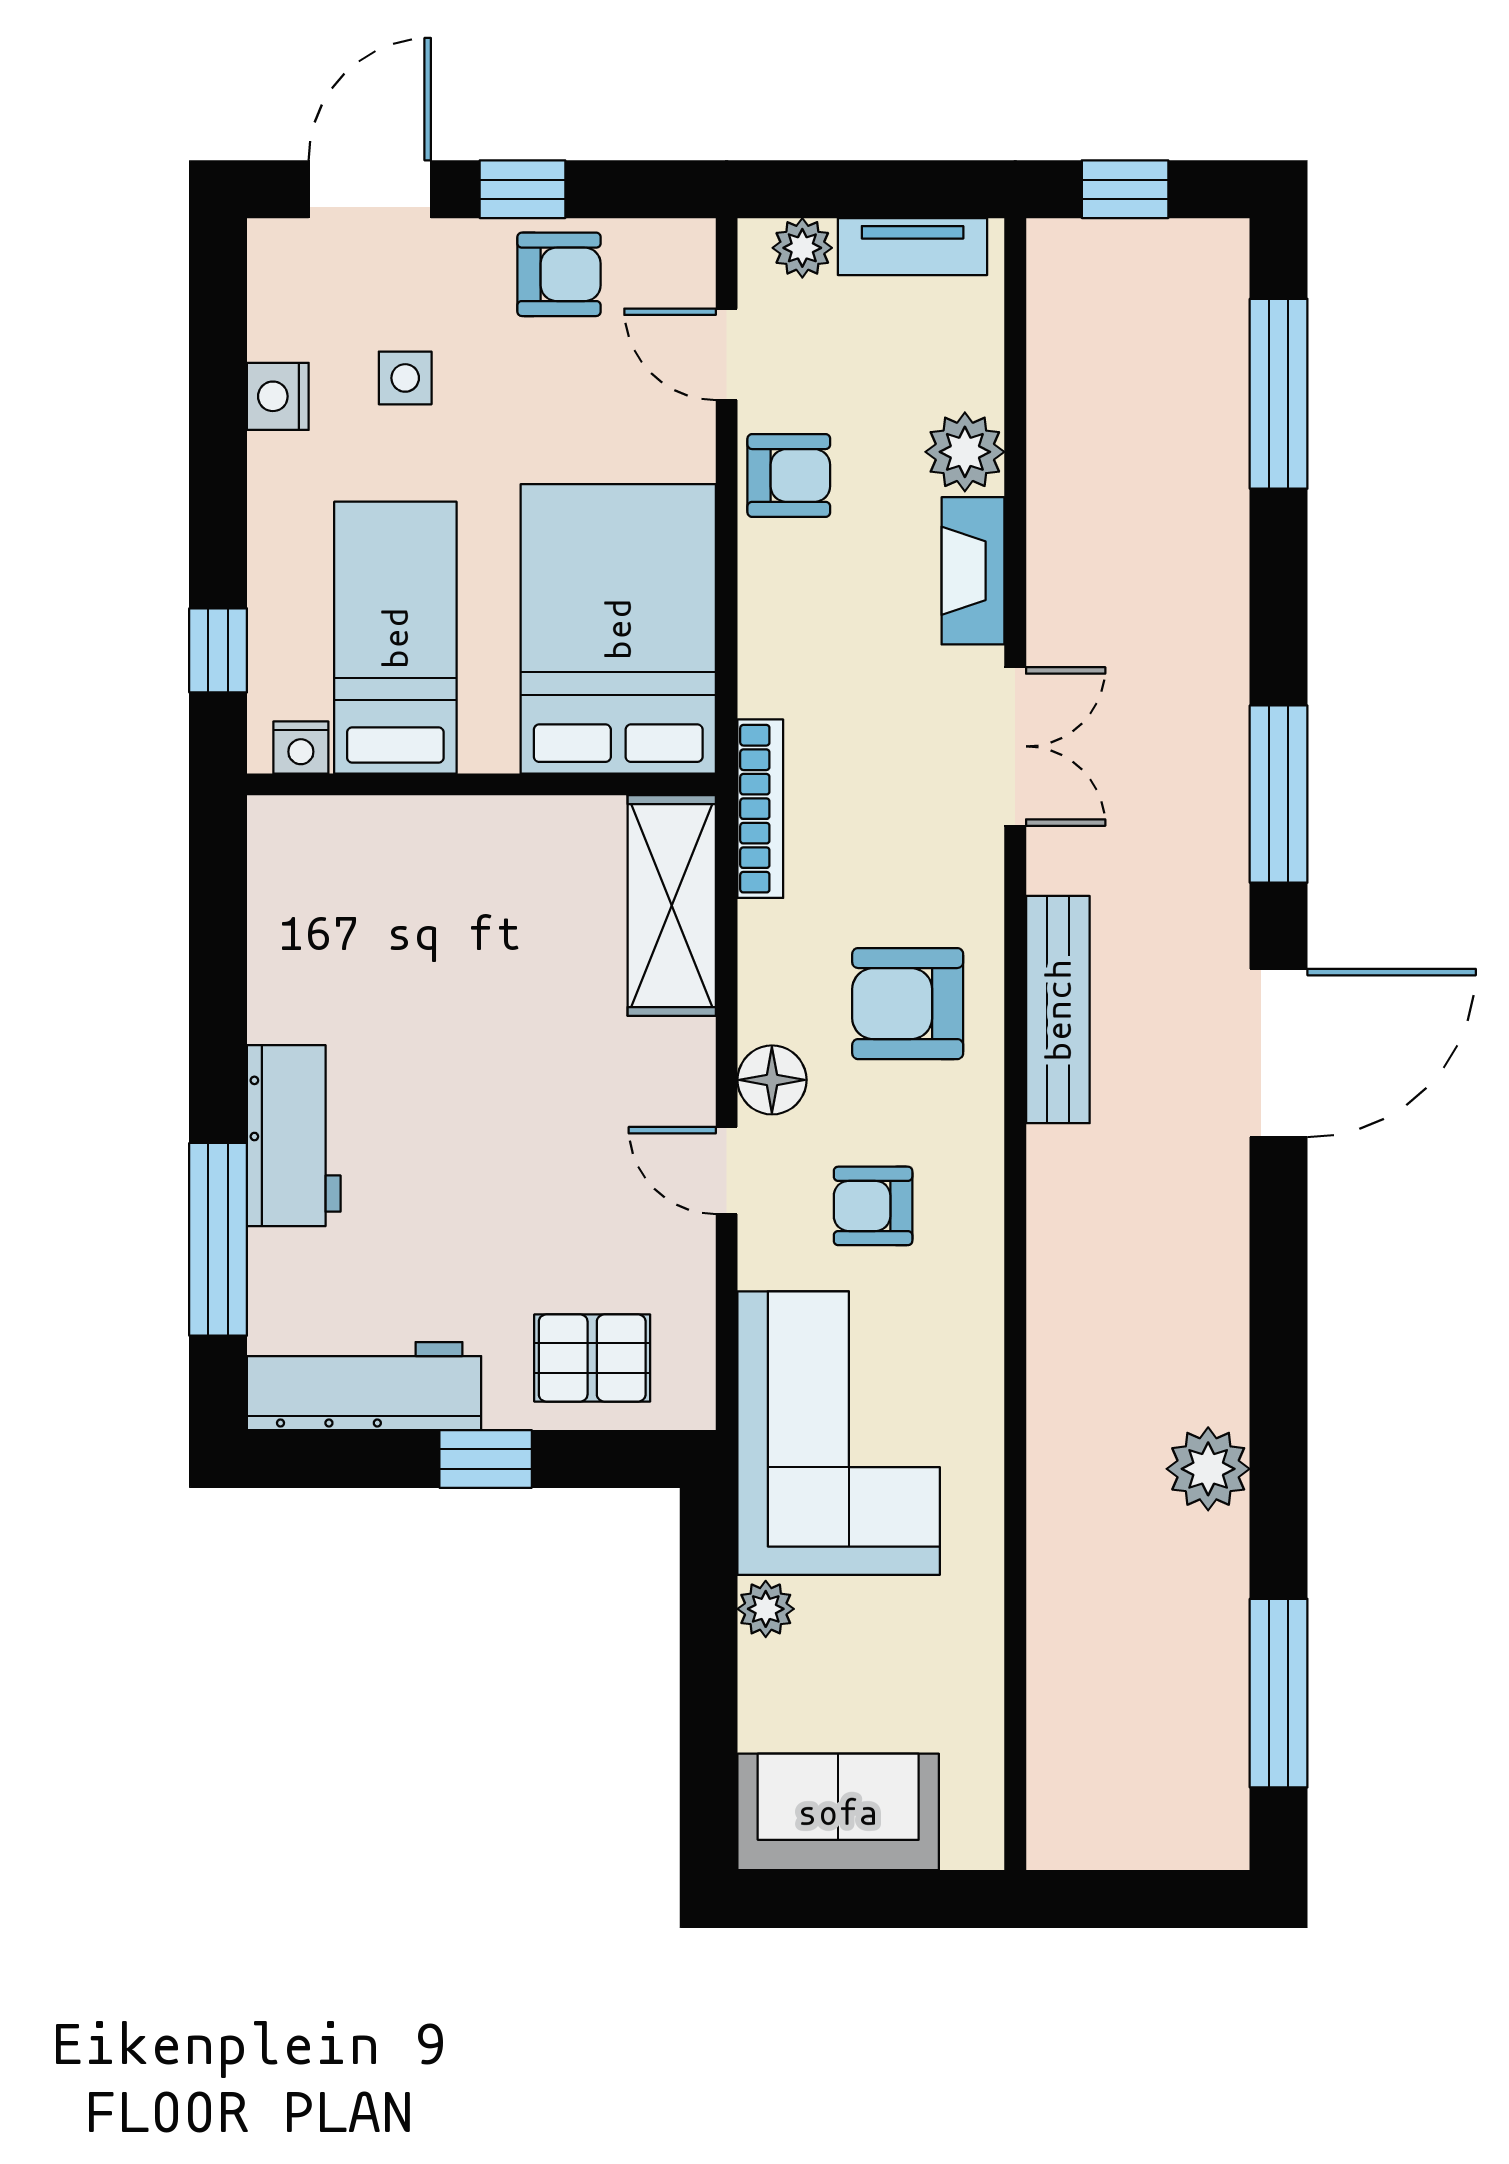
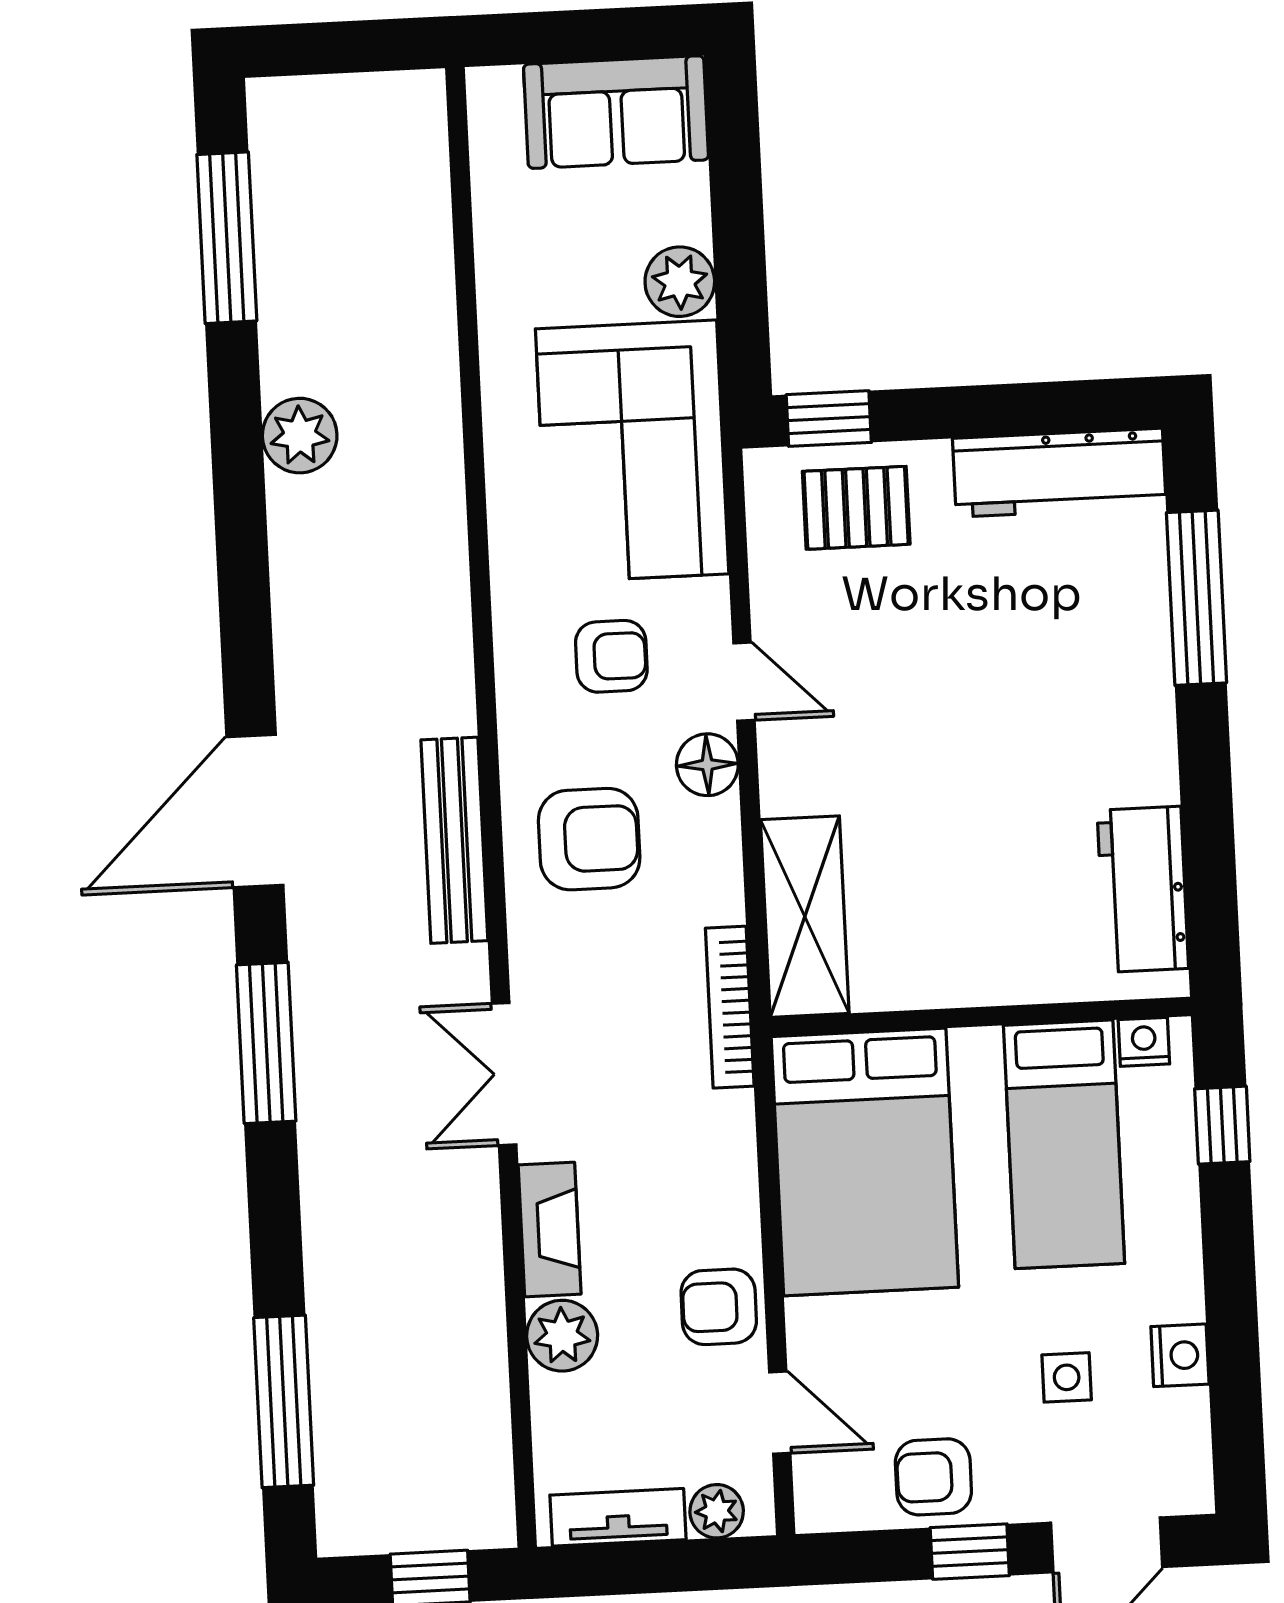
workbench: (294, 1136) -> (1143, 889), moved
window: (486, 1459) -> (829, 419), moved
plant: (766, 1609) -> (680, 282), width x1.38, depth x1.38

